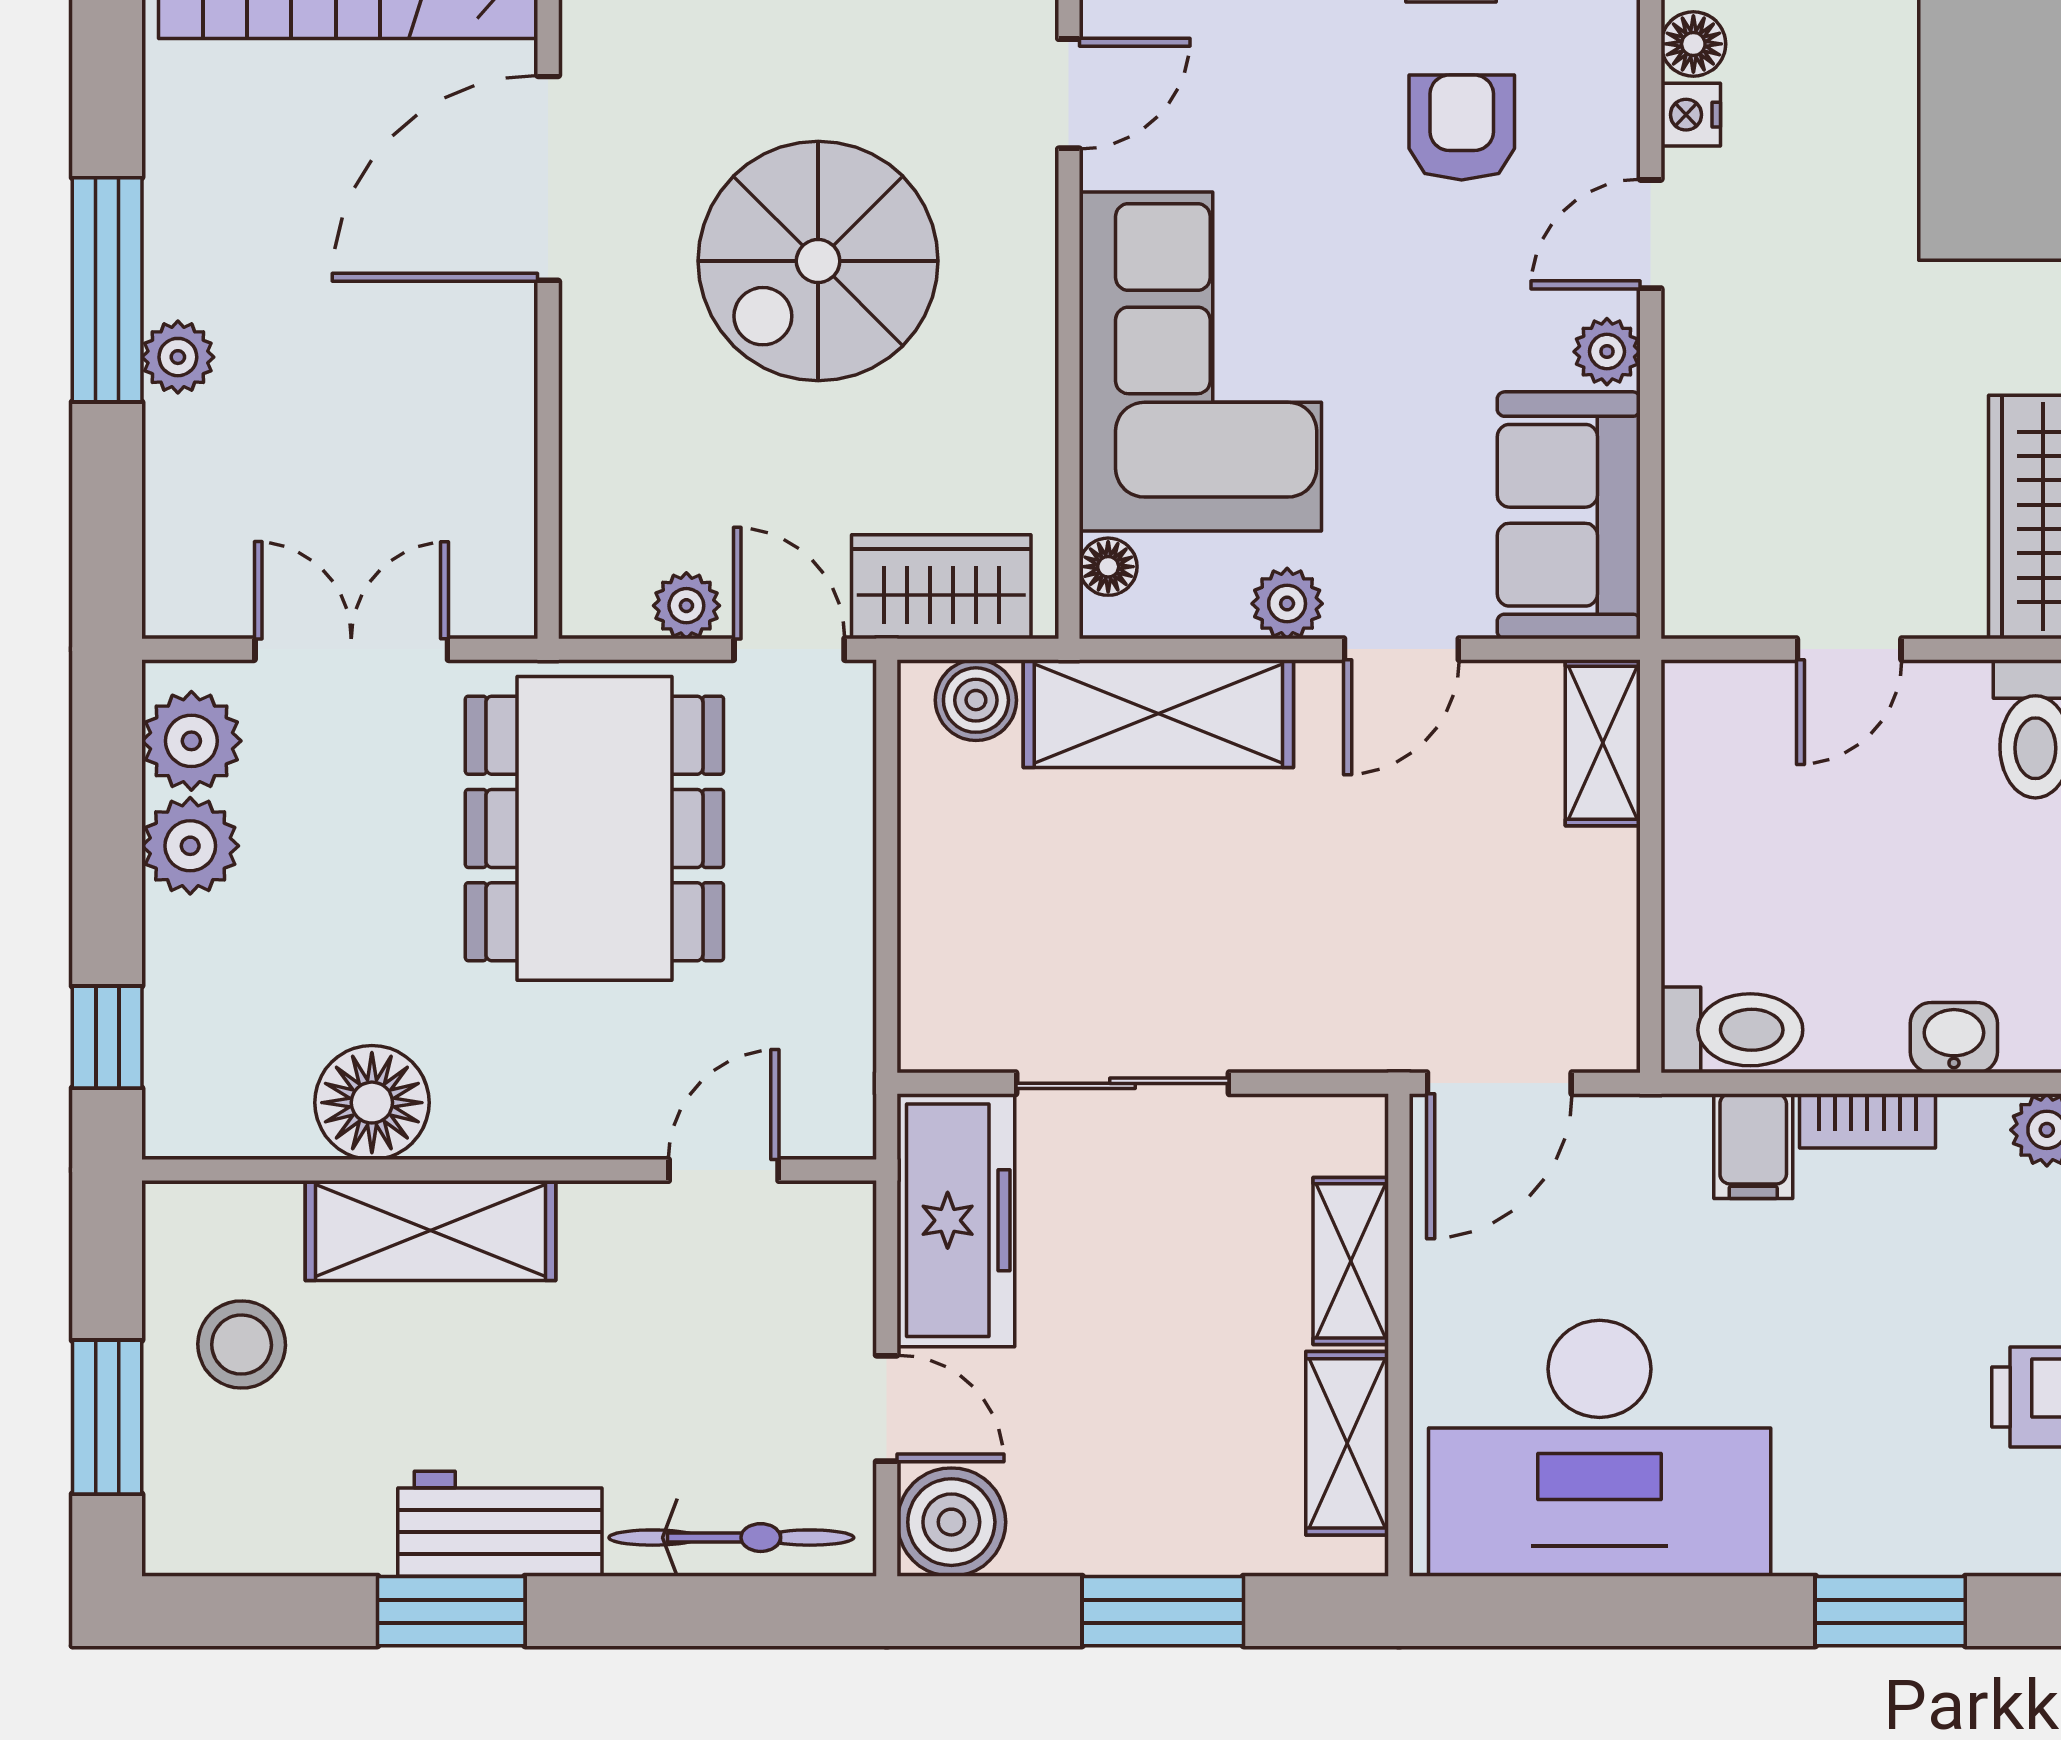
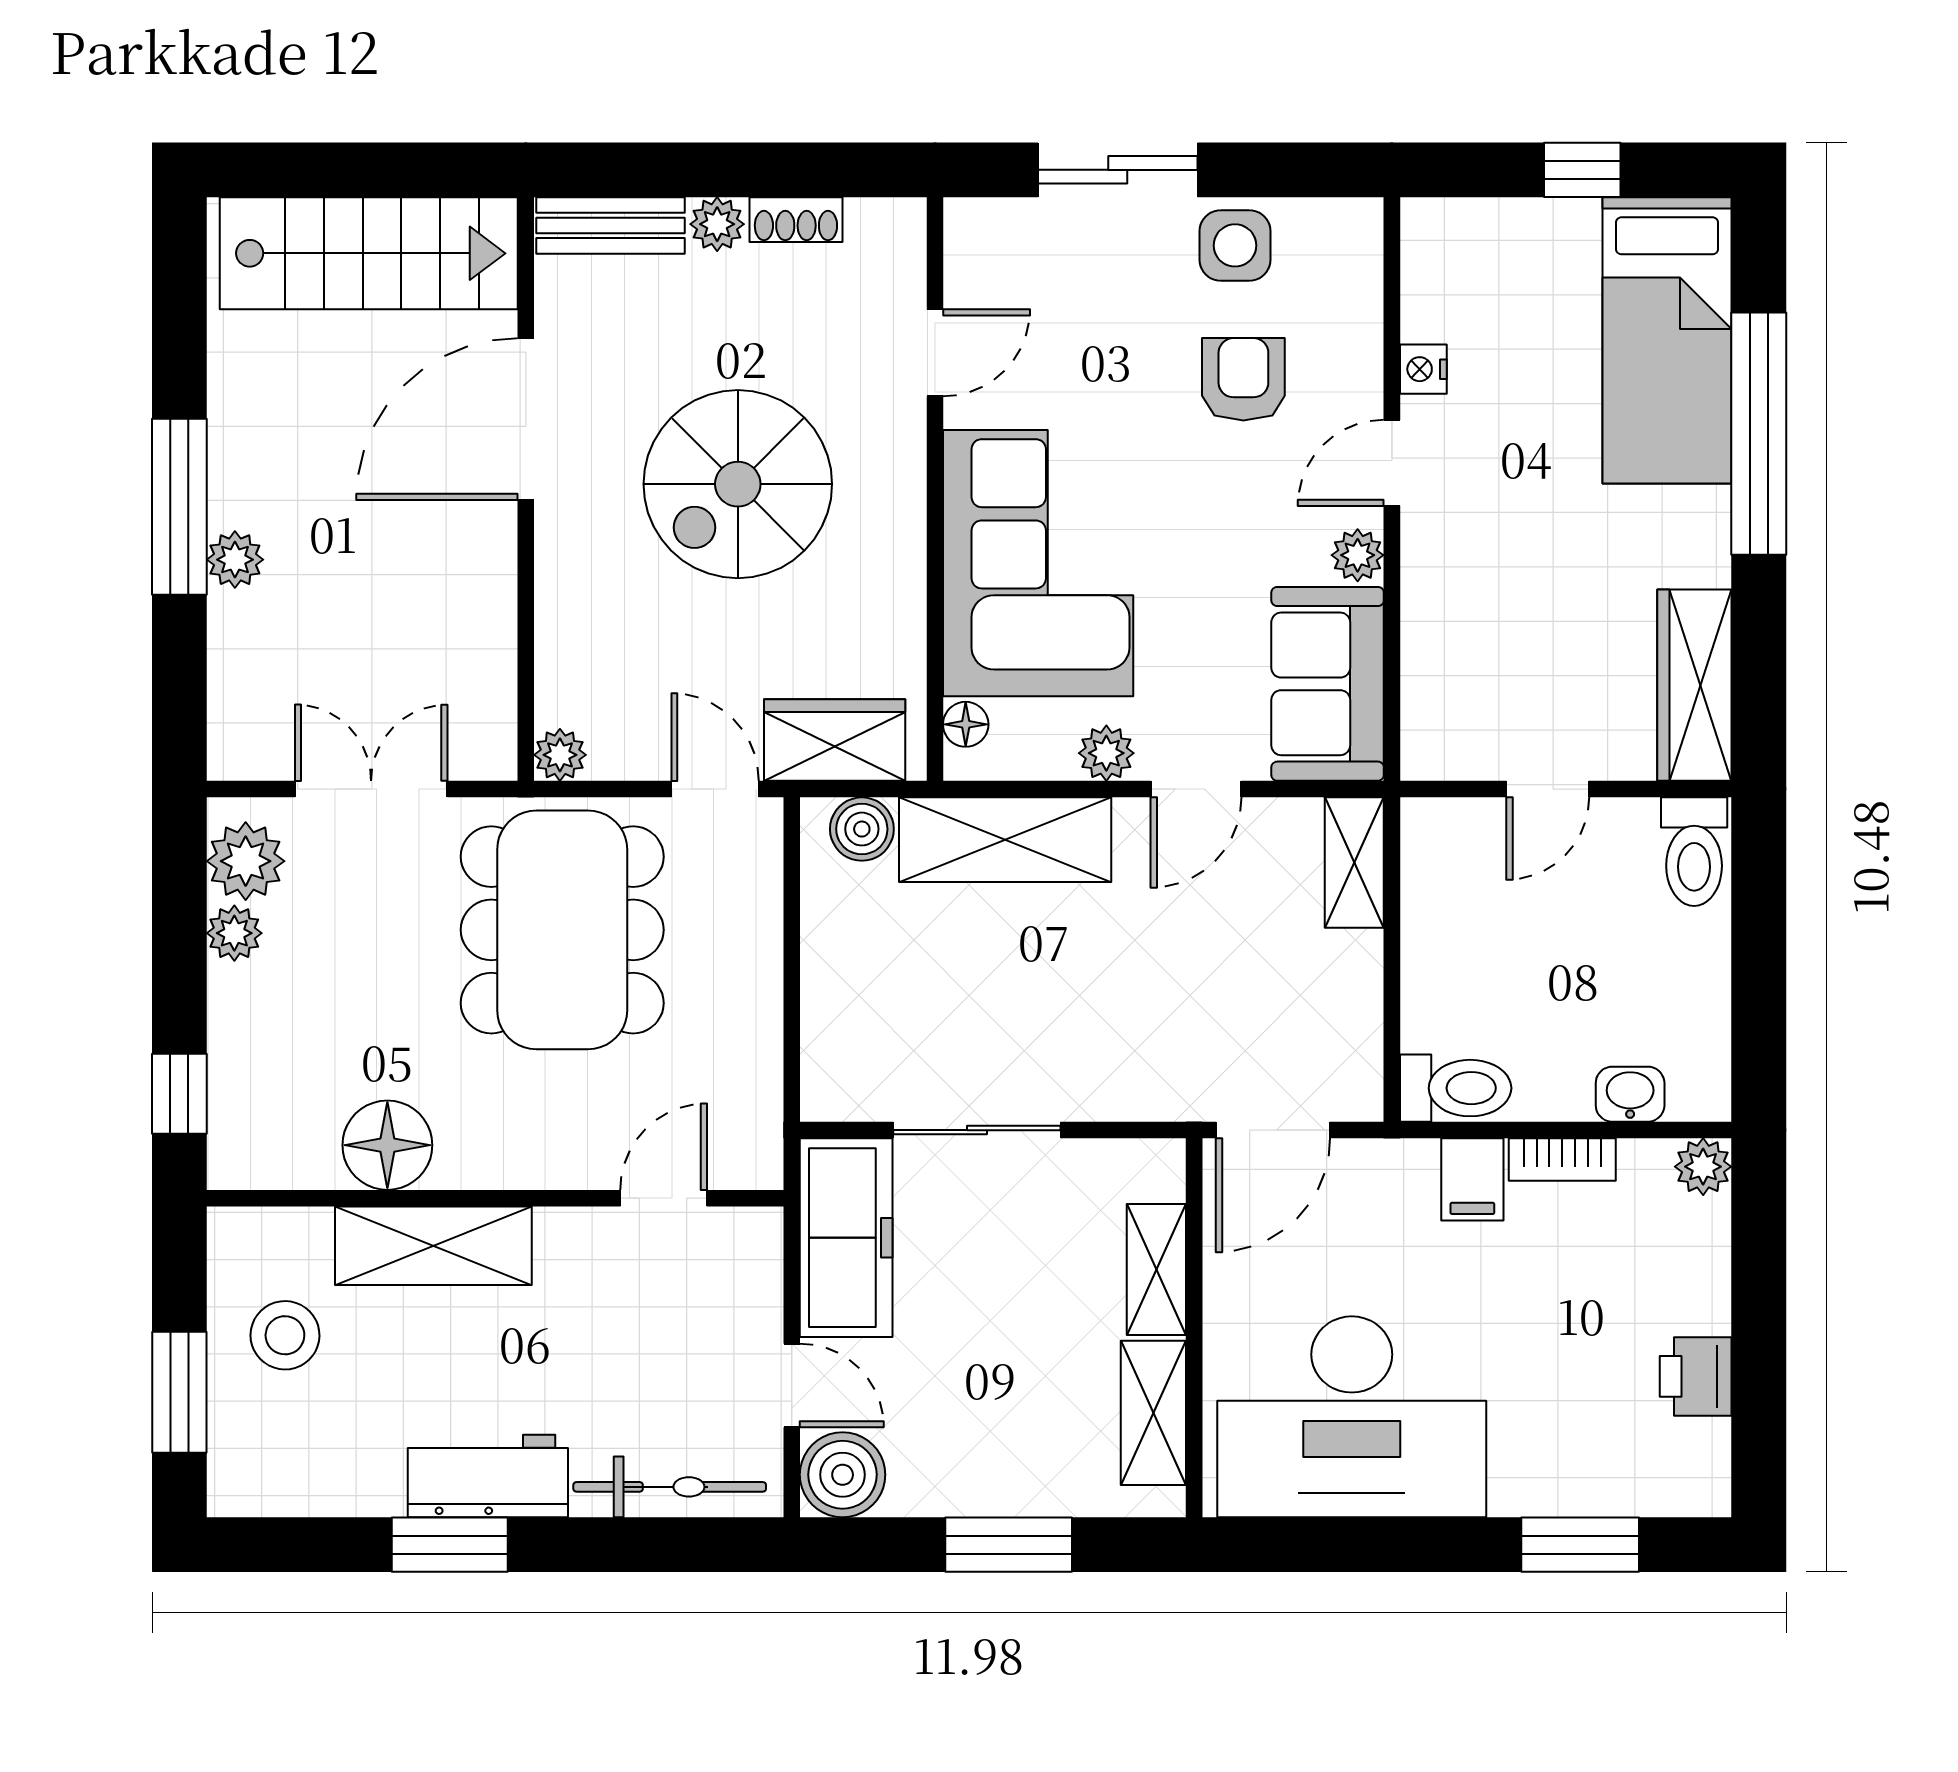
floor lamp: (1693, 44) -> (1425, 314), removed
plant: (686, 606) -> (560, 755), moved
plant: (190, 846) -> (234, 933), width x0.73, depth x0.73

